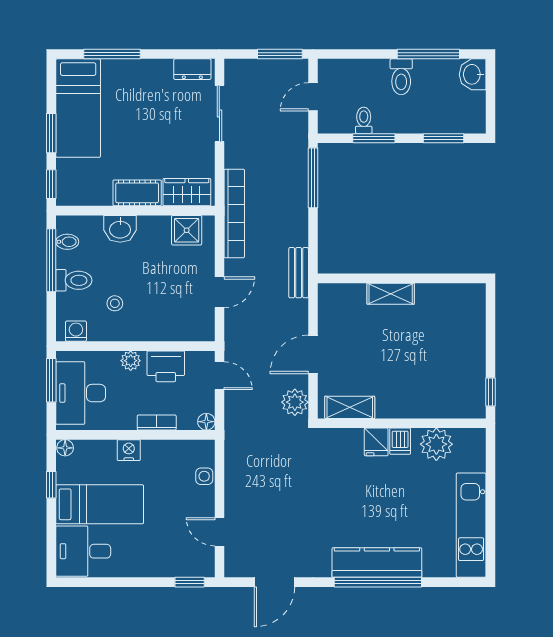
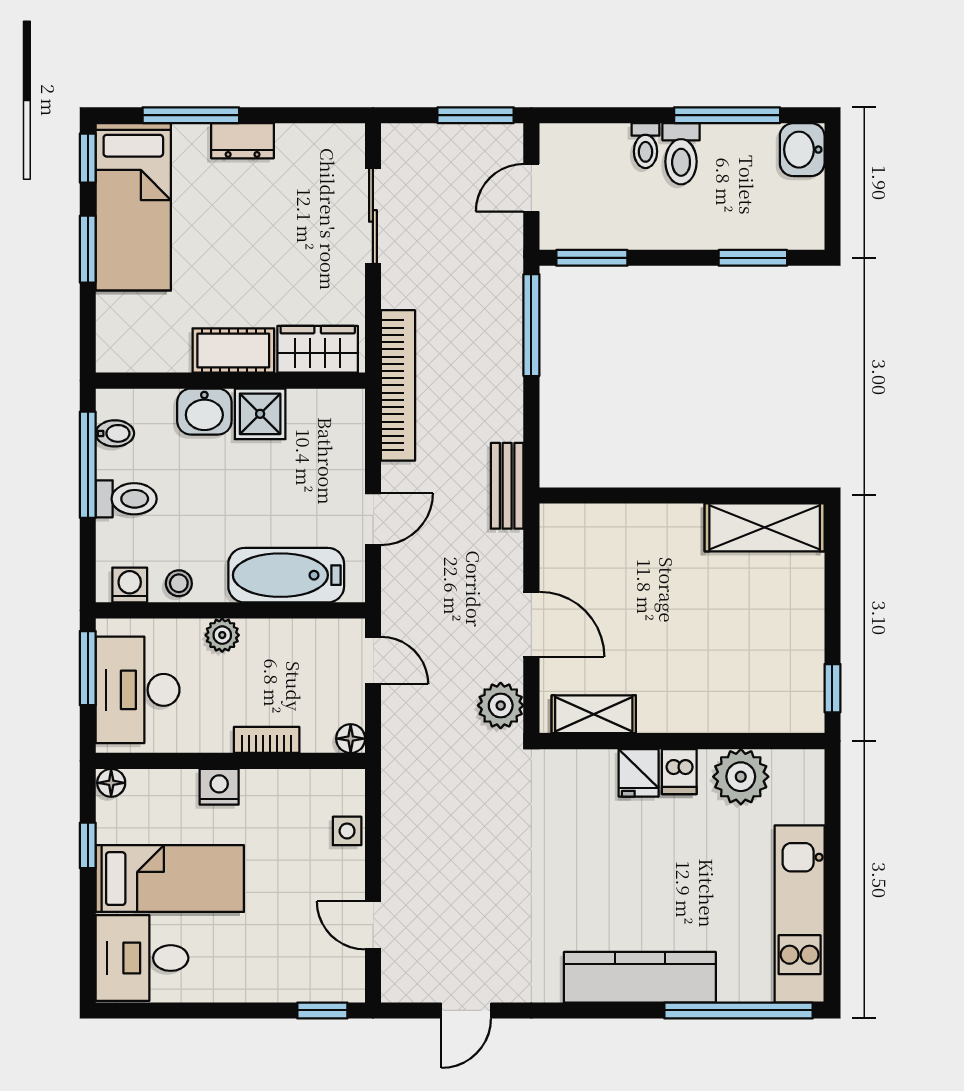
dresser: (192, 69) -> (243, 141), moved
toilet: (364, 120) -> (646, 146), moved, turned 180
window: (374, 138) -> (592, 258), moved
window: (51, 184) -> (88, 158), moved
shower: (187, 230) -> (260, 414), moved
shelving: (391, 294) -> (765, 527), moved, width x1.50, depth x1.33
stool: (115, 303) -> (179, 583), moved
bathtub: (168, 325) -> (286, 575), added
door: (313, 354) -> (531, 624), swing flipped
printer: (166, 366) -> (282, 645), removed
door: (274, 582) -> (466, 1010), width x0.73
window: (378, 582) -> (739, 1010), moved

